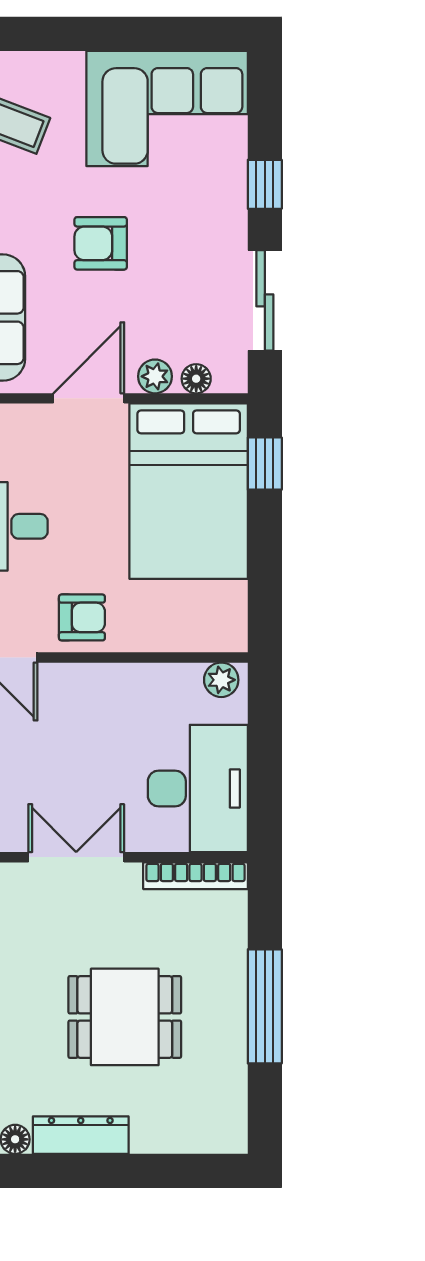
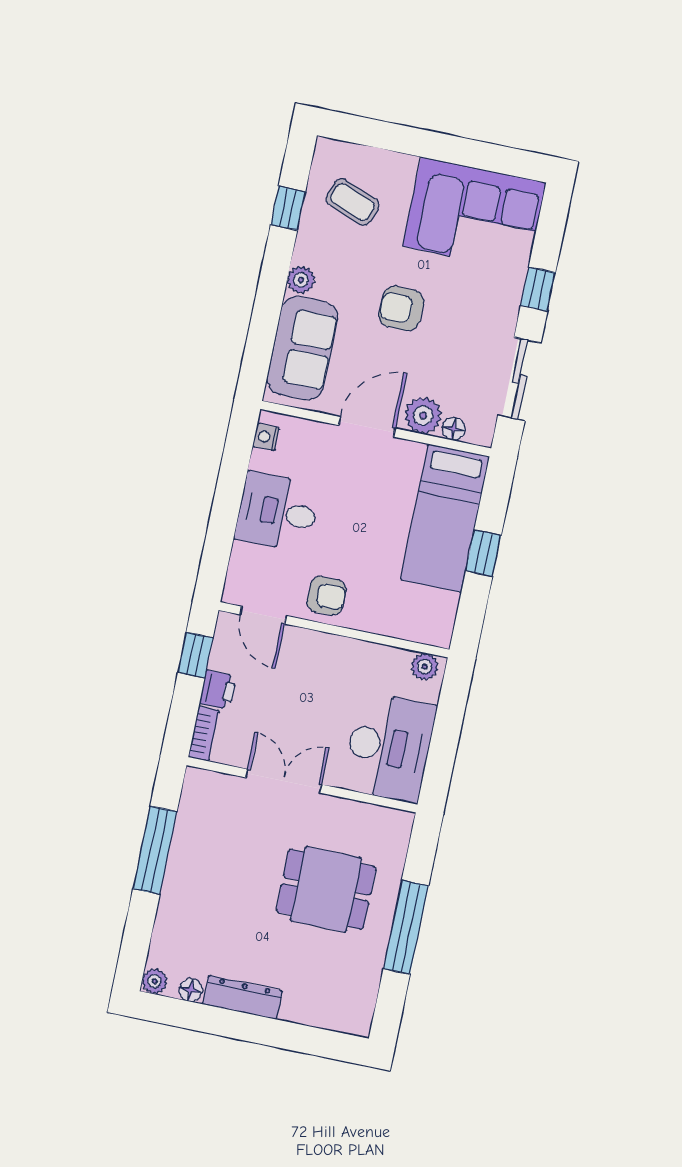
plant: (155, 376) -> (423, 416), width x1.38, depth x1.38
window: (265, 464) -> (483, 553), moved
bed: (189, 491) -> (445, 518), width x0.67
bookcase: (196, 876) -> (373, 815), removed
dining table: (125, 1017) -> (326, 889), moved

